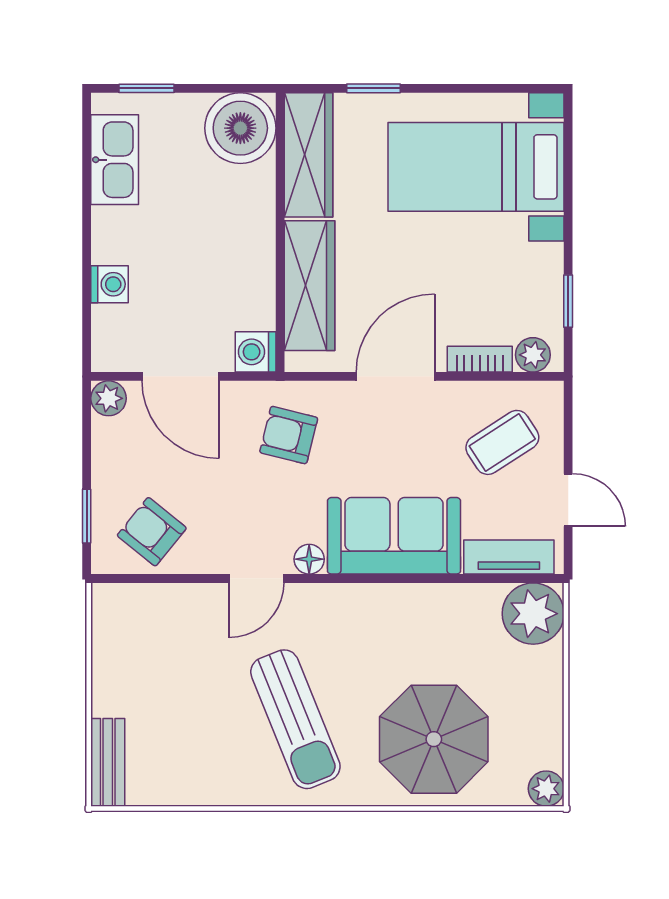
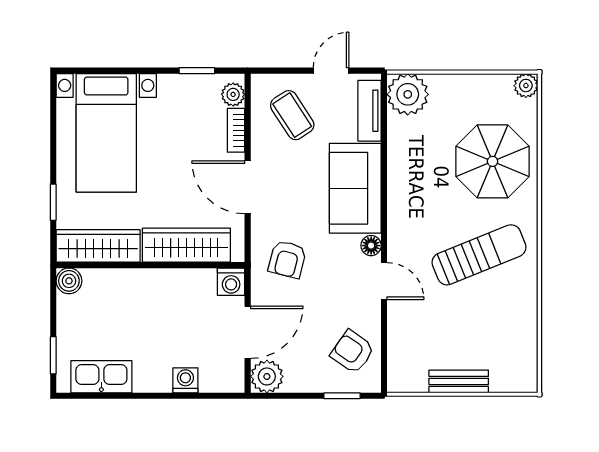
boiler: (240, 128) -> (69, 281), width x0.54, depth x0.54
plant: (109, 398) -> (267, 376), width x1.38, depth x1.38
armchair: (152, 532) -> (352, 352), turned 86
bench: (108, 762) -> (459, 381), moved

